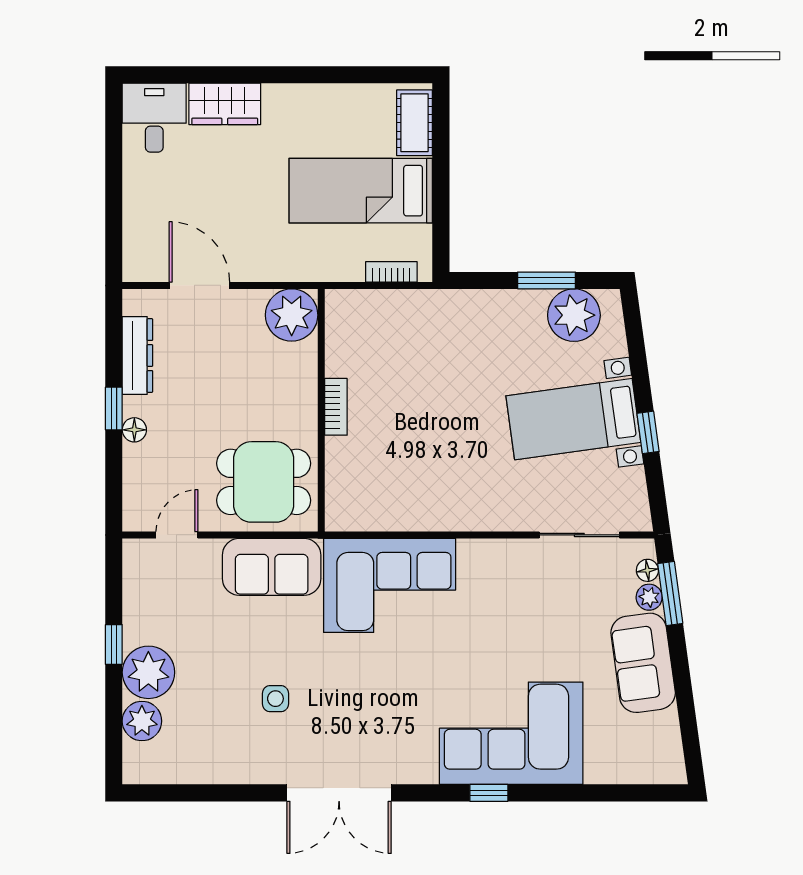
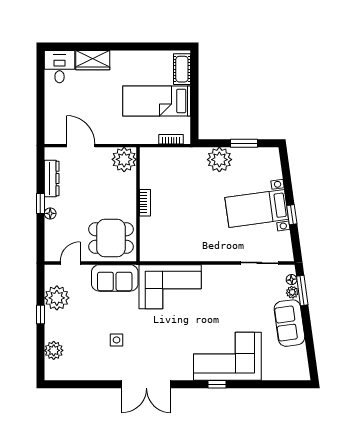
plant: (574, 315) -> (219, 160), moved
plant: (148, 672) -> (57, 298), moved

